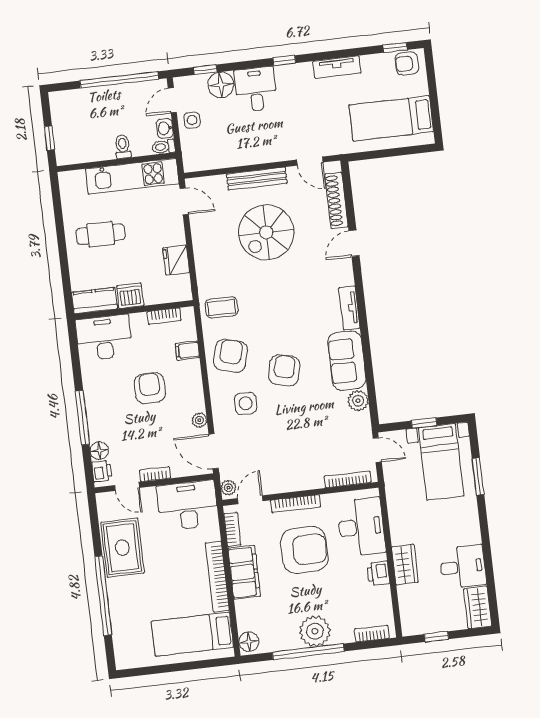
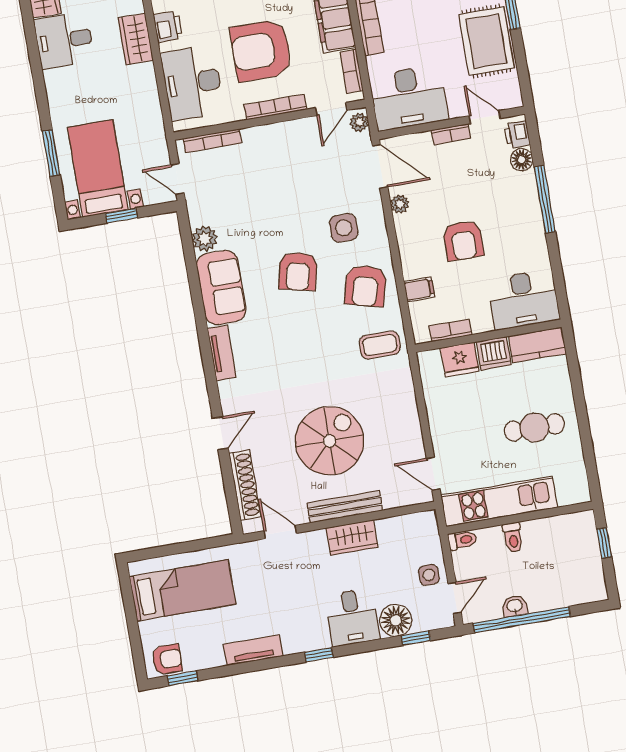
washbasin: (165, 128) -> (515, 606), moved, turned -90
wardrobe: (252, 153) -> (352, 538), added
fridge: (176, 260) -> (460, 360), moved, turned 90

